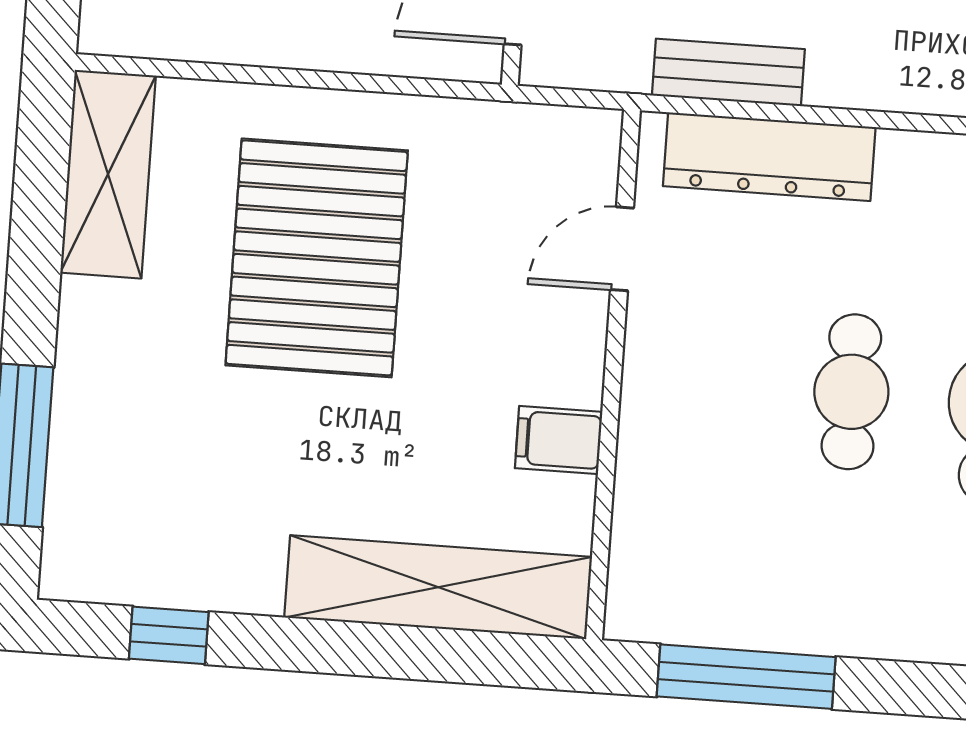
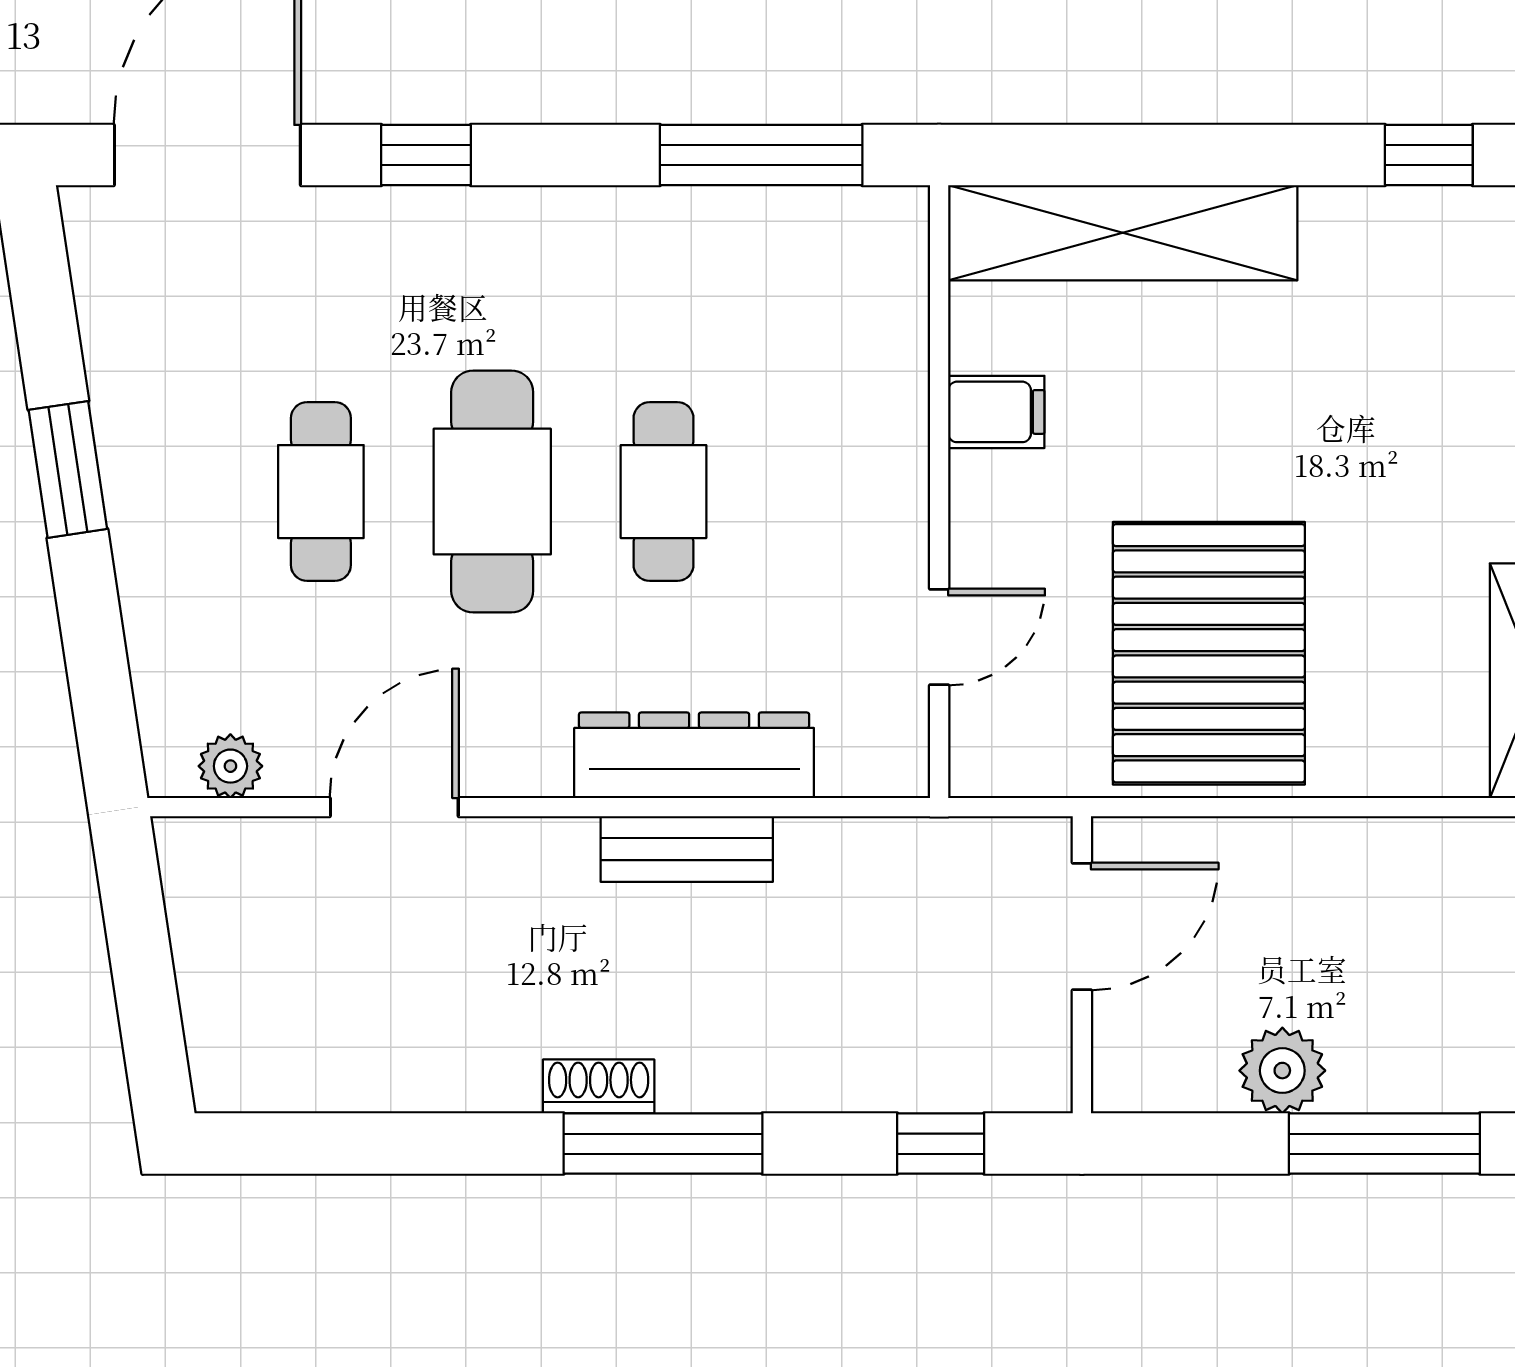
bench: (728, 72) -> (687, 849), moved
dresser: (769, 157) -> (694, 755), moved
pallet: (317, 258) -> (1209, 653), moved

